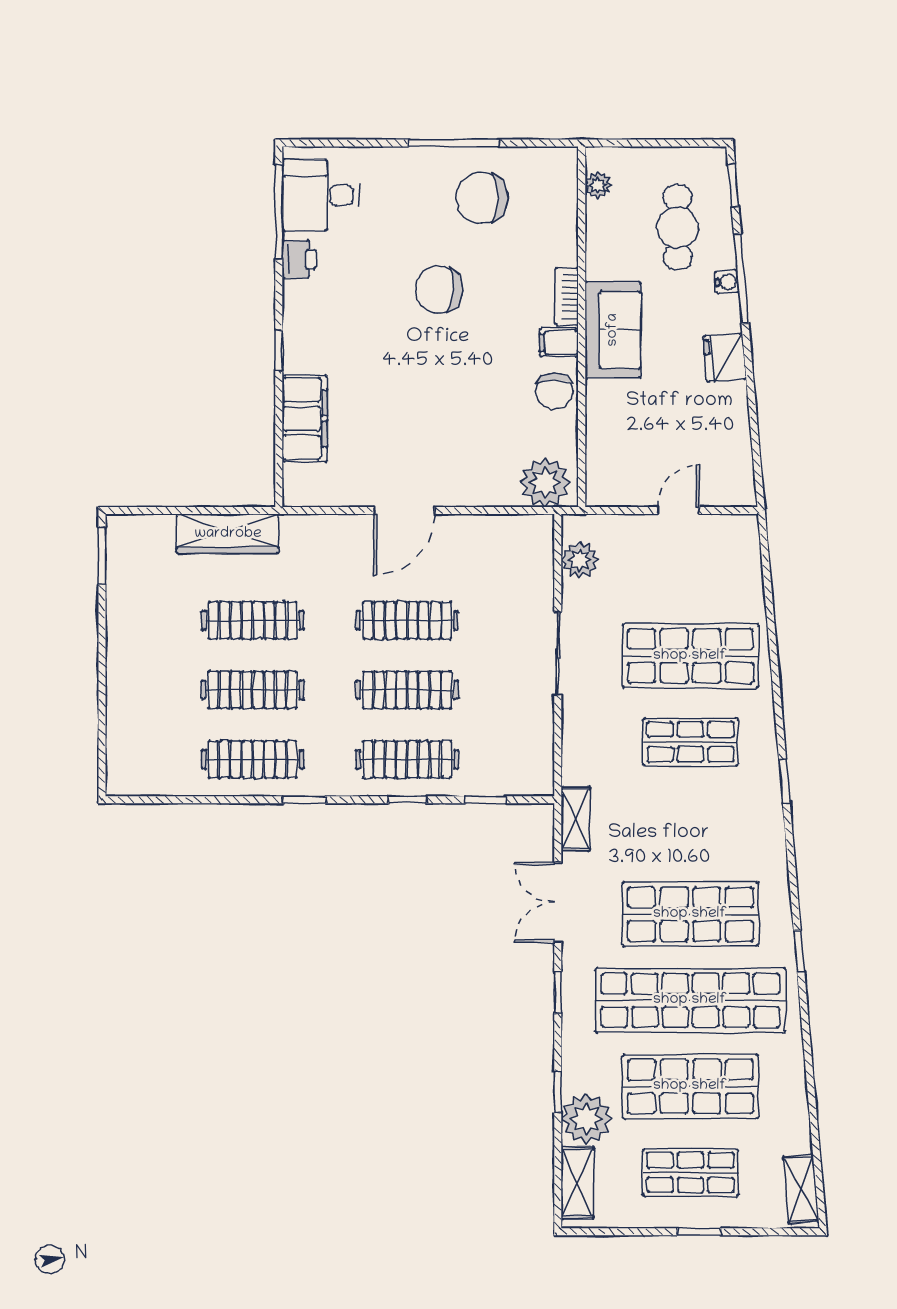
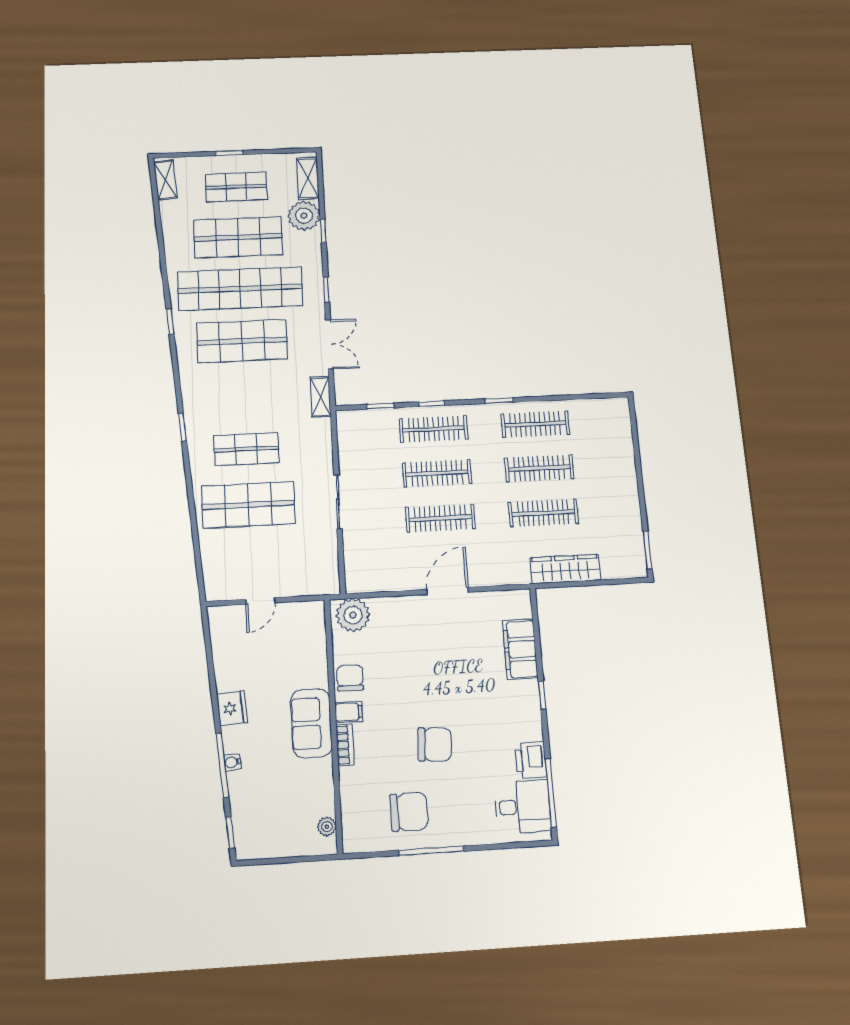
cafe table: (678, 227) -> (269, 799), removed
printer: (299, 259) -> (531, 760), width x1.36, depth x1.24
plant: (580, 560) -> (327, 564), removed

